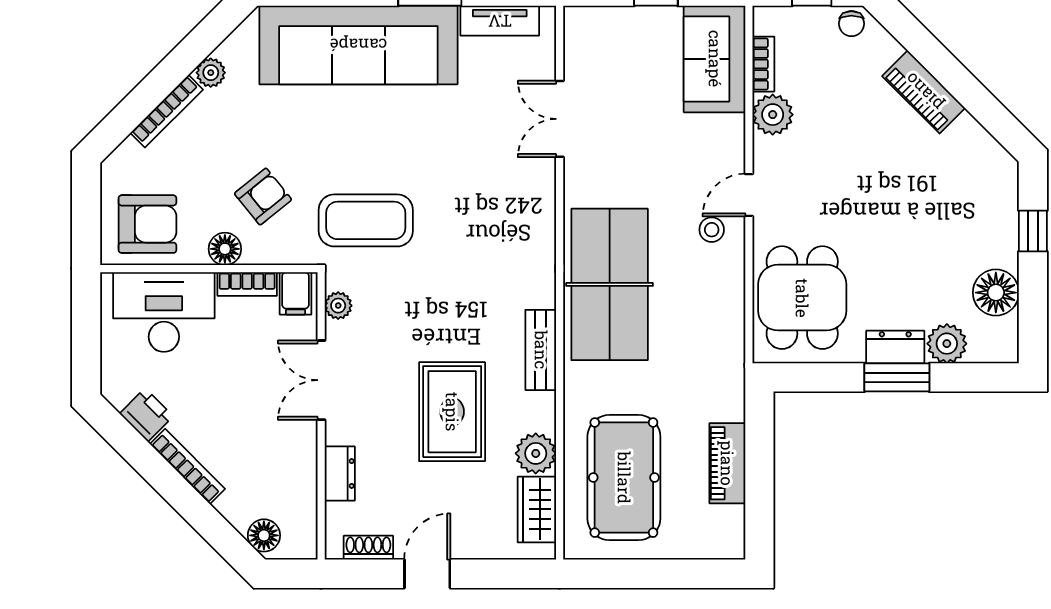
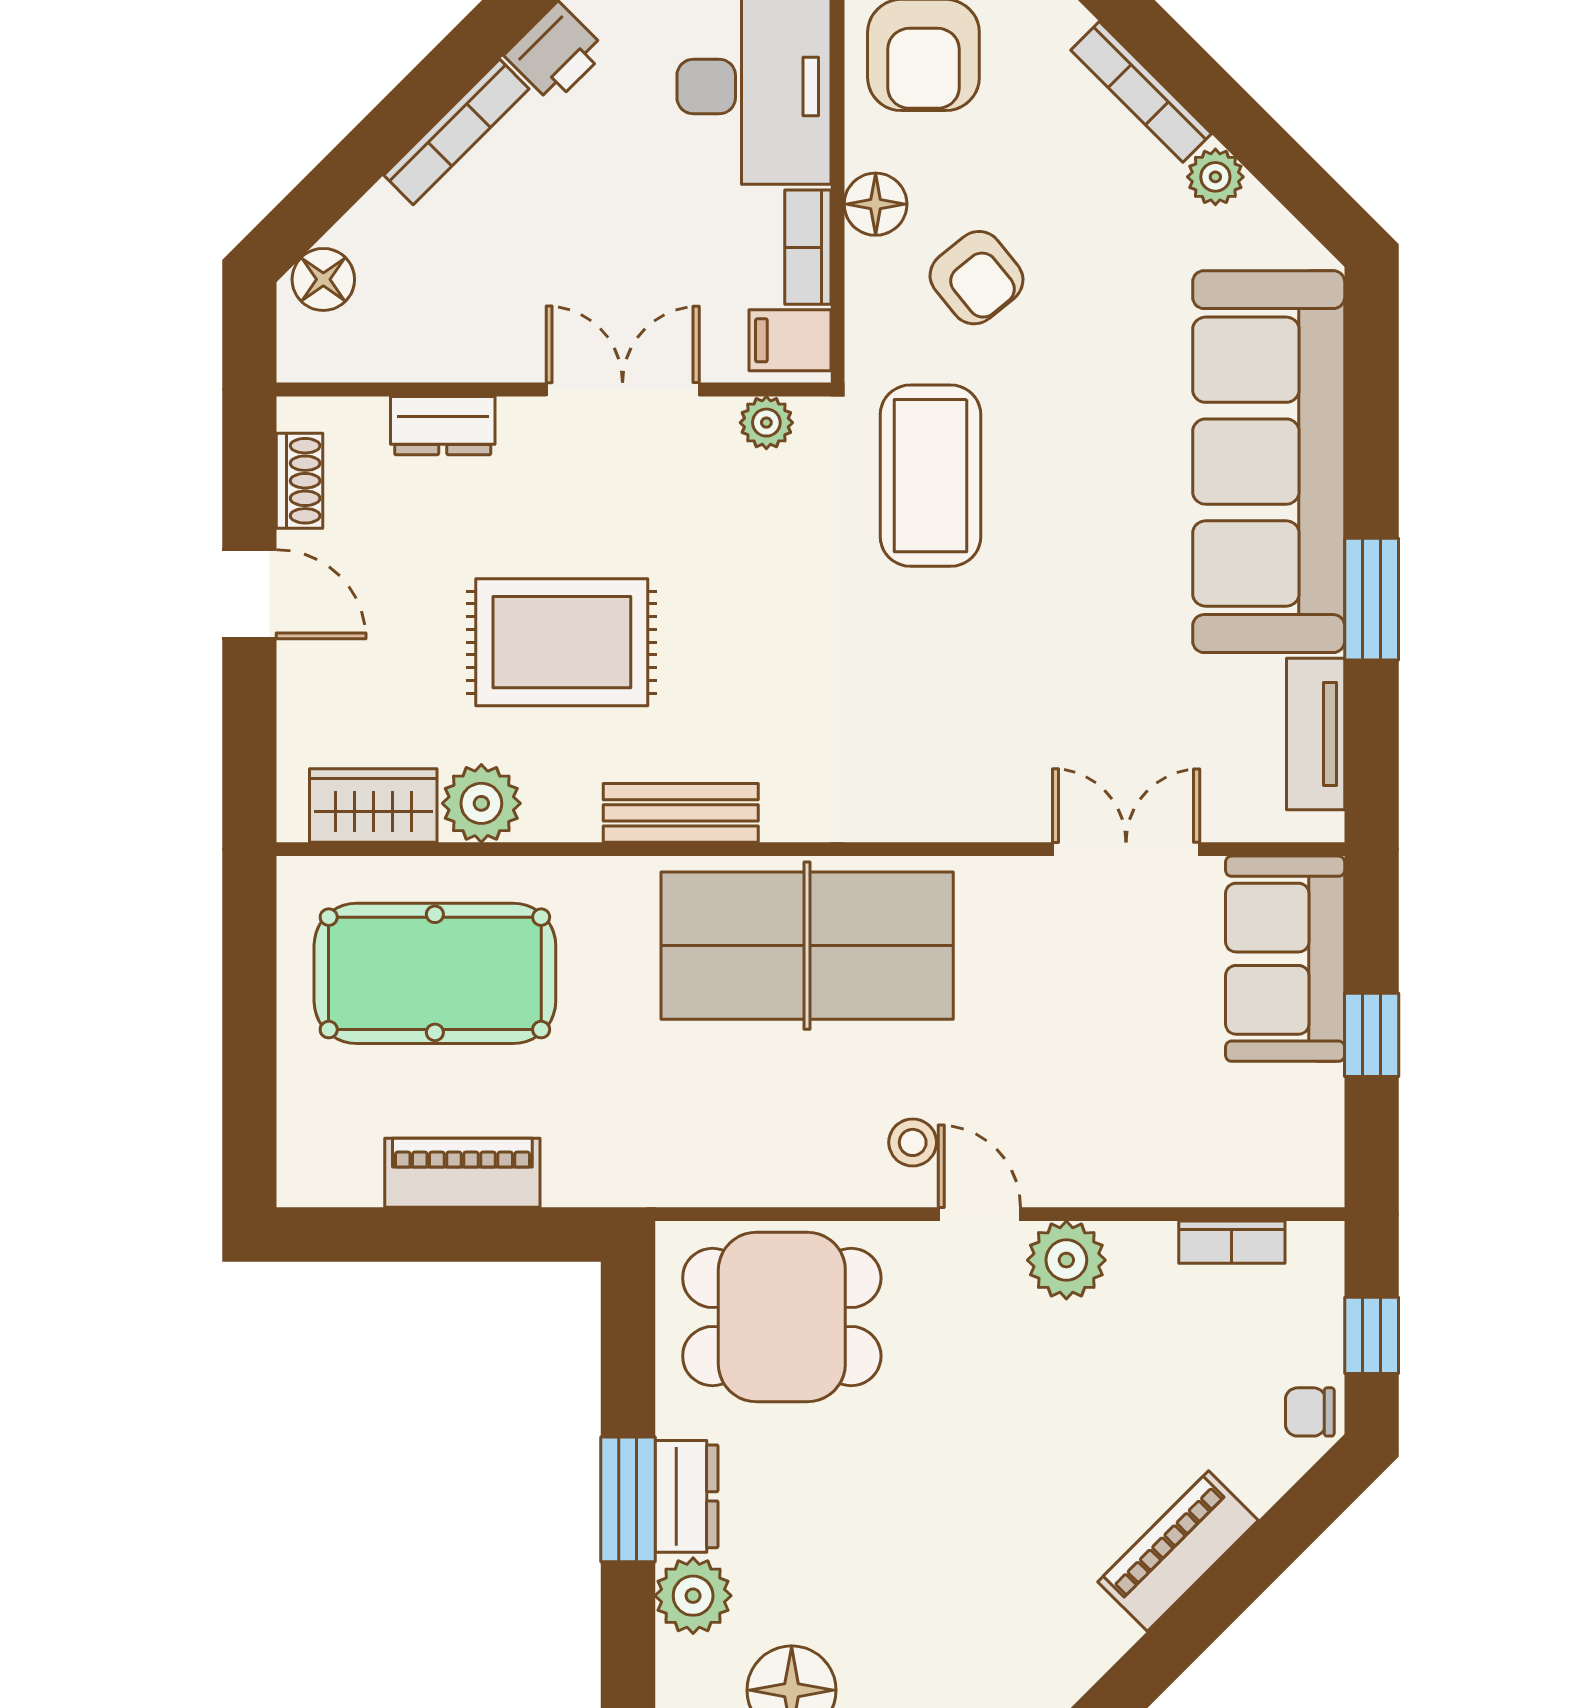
sofa: (715, 59) -> (1285, 959), moved, turned -90
plant: (773, 115) -> (1066, 1260), moved

